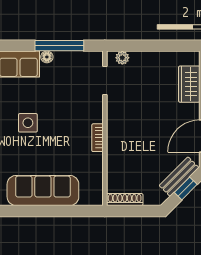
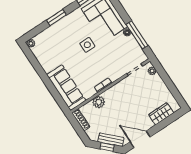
plant: (117, 159) -> (99, 102), added
sofa: (43, 191) -> (66, 88), moved

